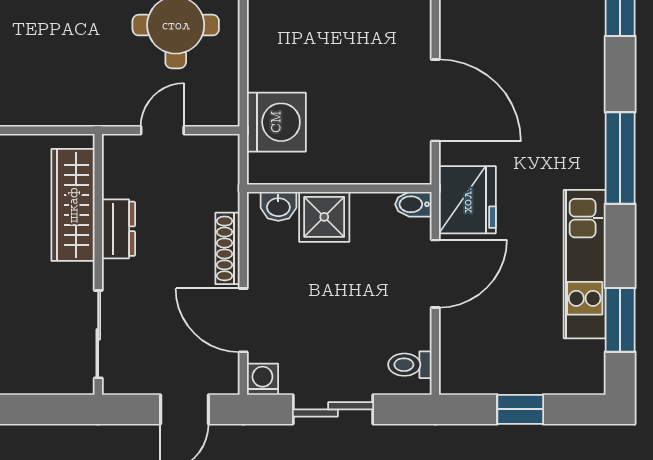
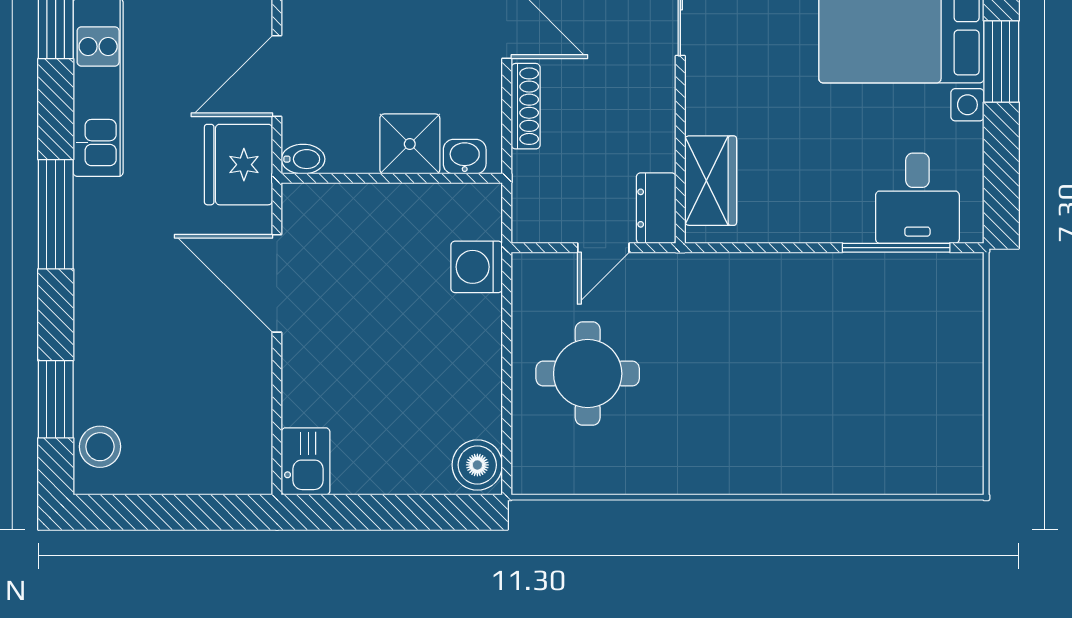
washing machine: (276, 122) -> (477, 267), width x0.73, depth x0.73
wardrobe: (73, 205) -> (711, 181), width x0.67
dresser: (118, 229) -> (656, 208), moved

